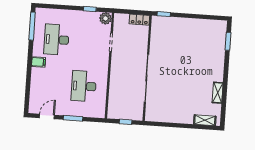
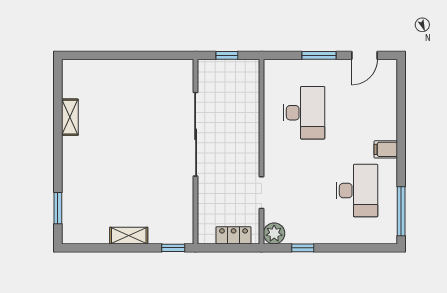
locker: (139, 20) -> (234, 235), moved
shelving: (205, 120) -> (129, 236), moved

